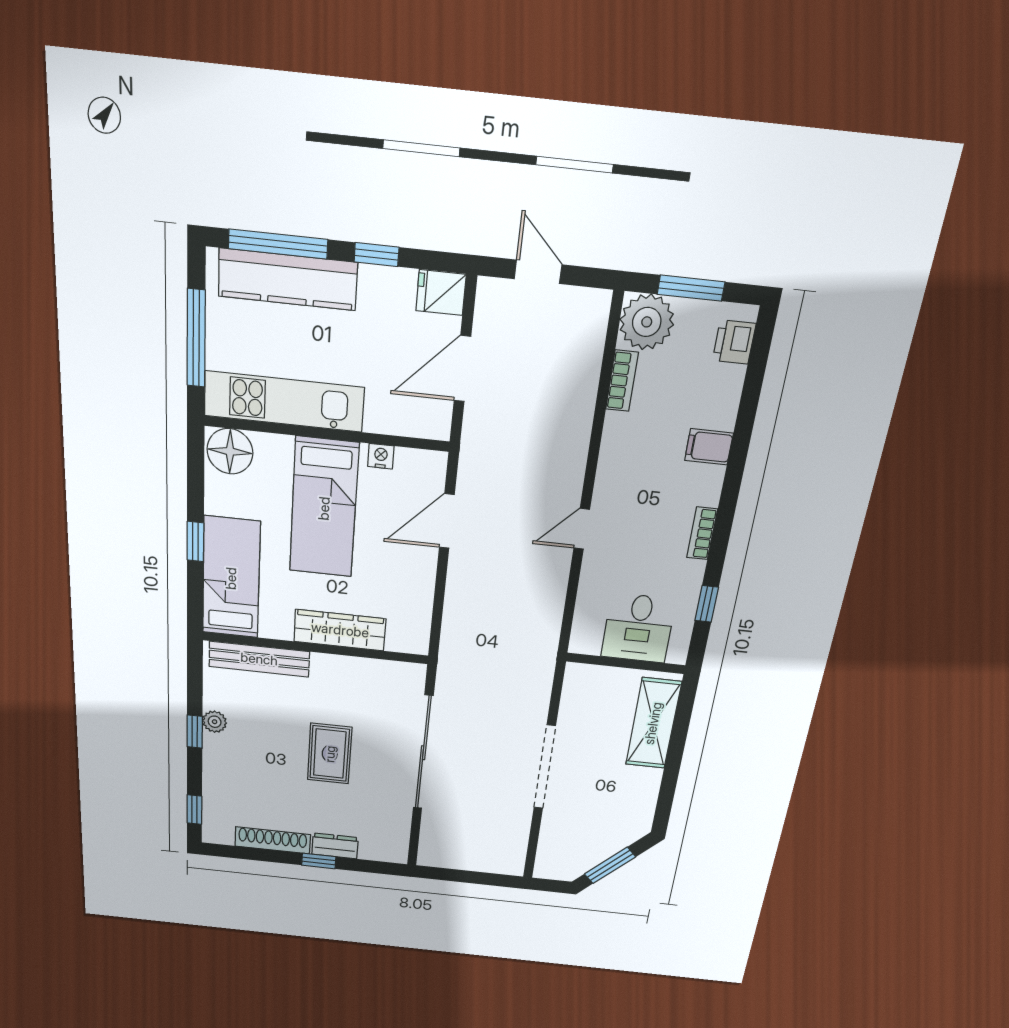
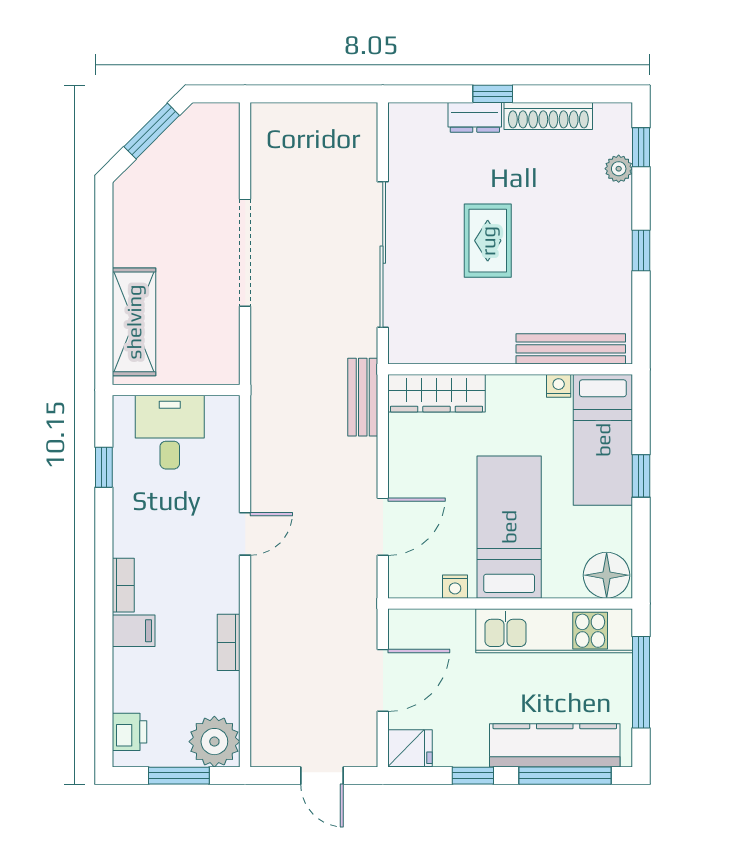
bookcase: (622, 381) -> (229, 642), moved
bookcase: (702, 533) -> (123, 585), moved
nightstand: (271, 629) -> (559, 386), added
wardrobe: (340, 630) -> (436, 393), moved
bench: (454, 639) -> (363, 397), added
plant: (215, 722) -> (619, 169), moved

